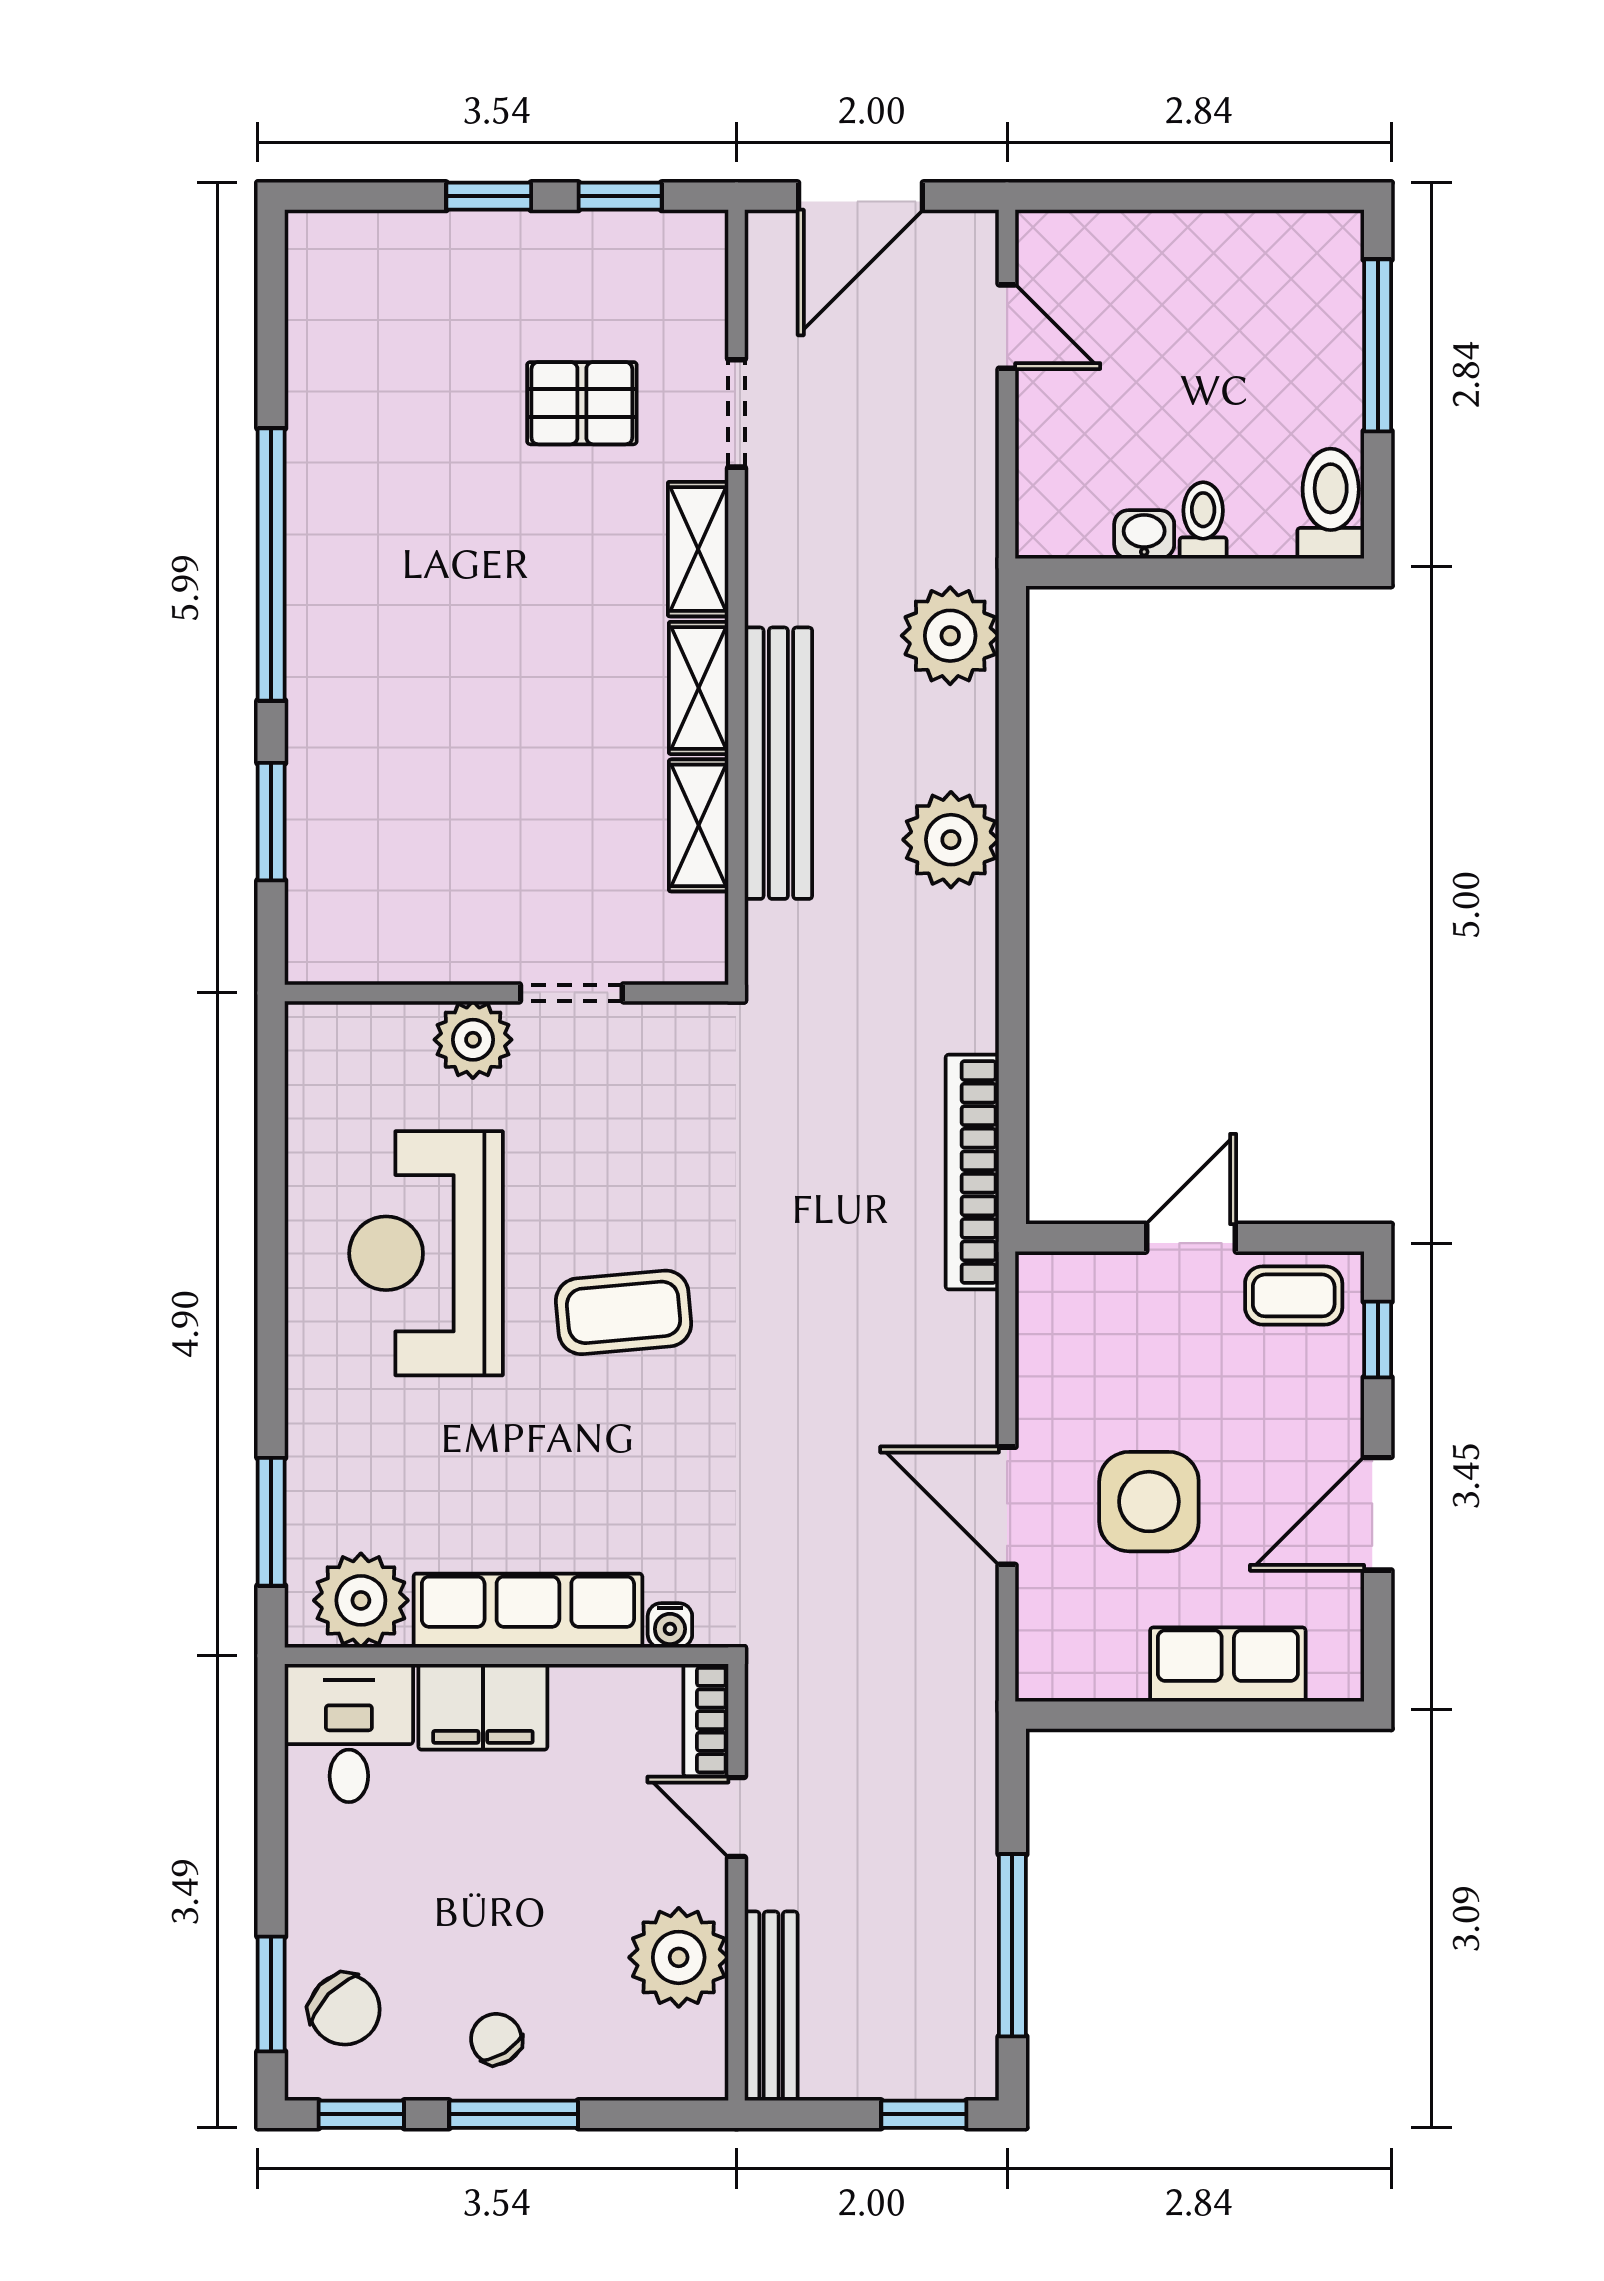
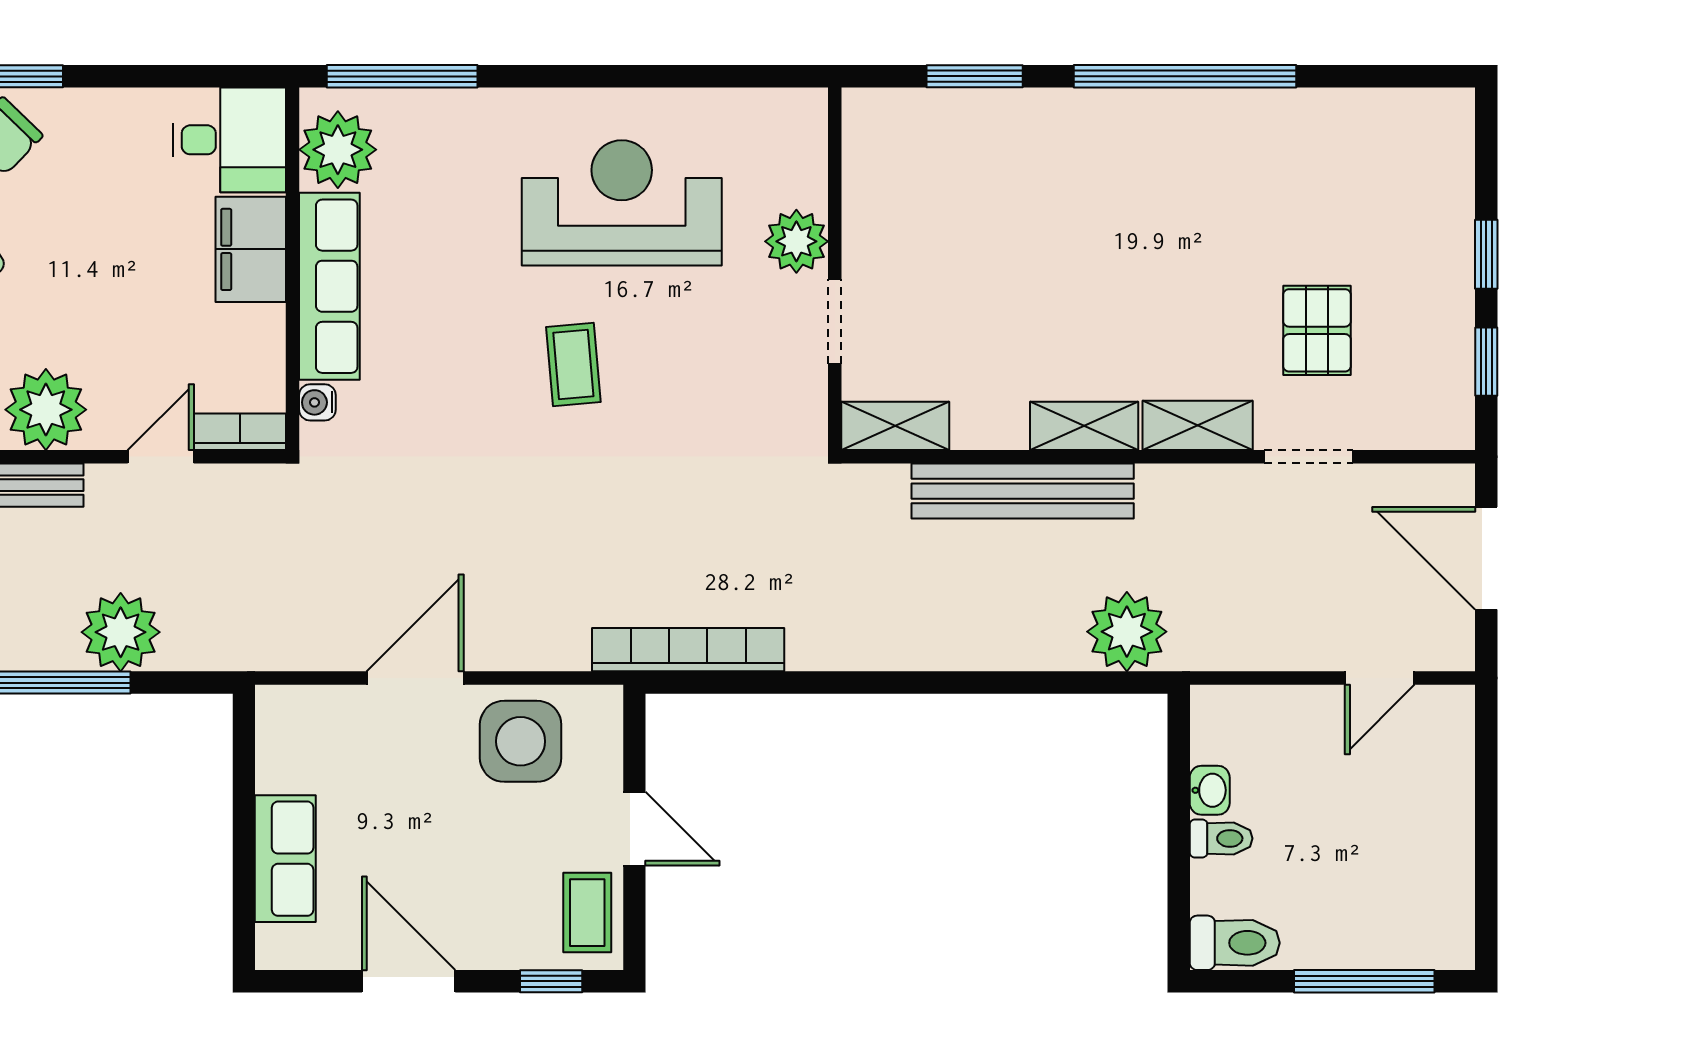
shelving: (699, 825) -> (895, 426), moved
plant: (951, 840) -> (121, 632), moved
coffee table: (624, 1312) -> (573, 364), width x0.73, depth x0.77
side table: (1149, 1502) -> (521, 741), moved
window: (271, 1522) -> (402, 76), width x1.44

